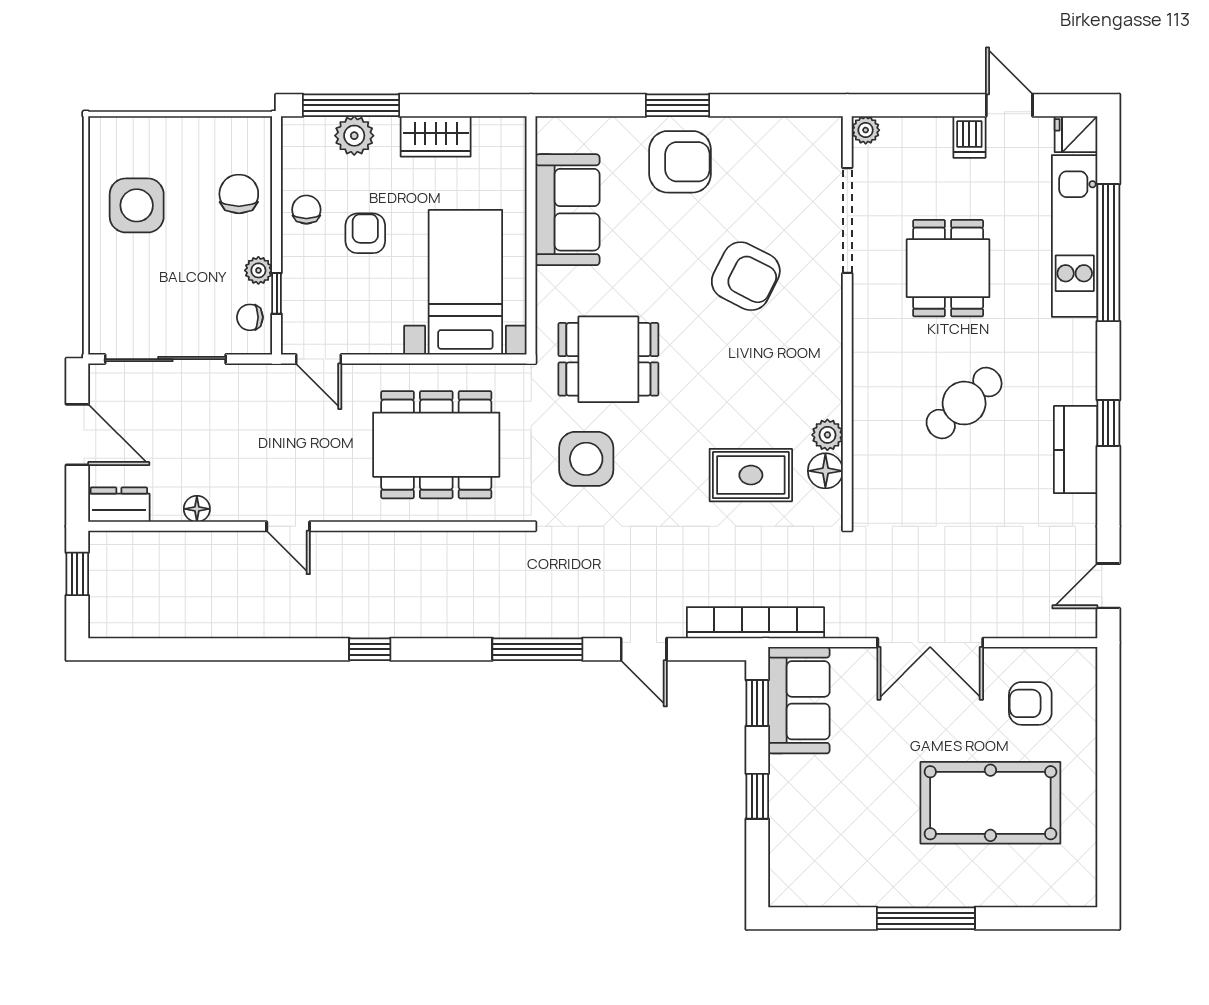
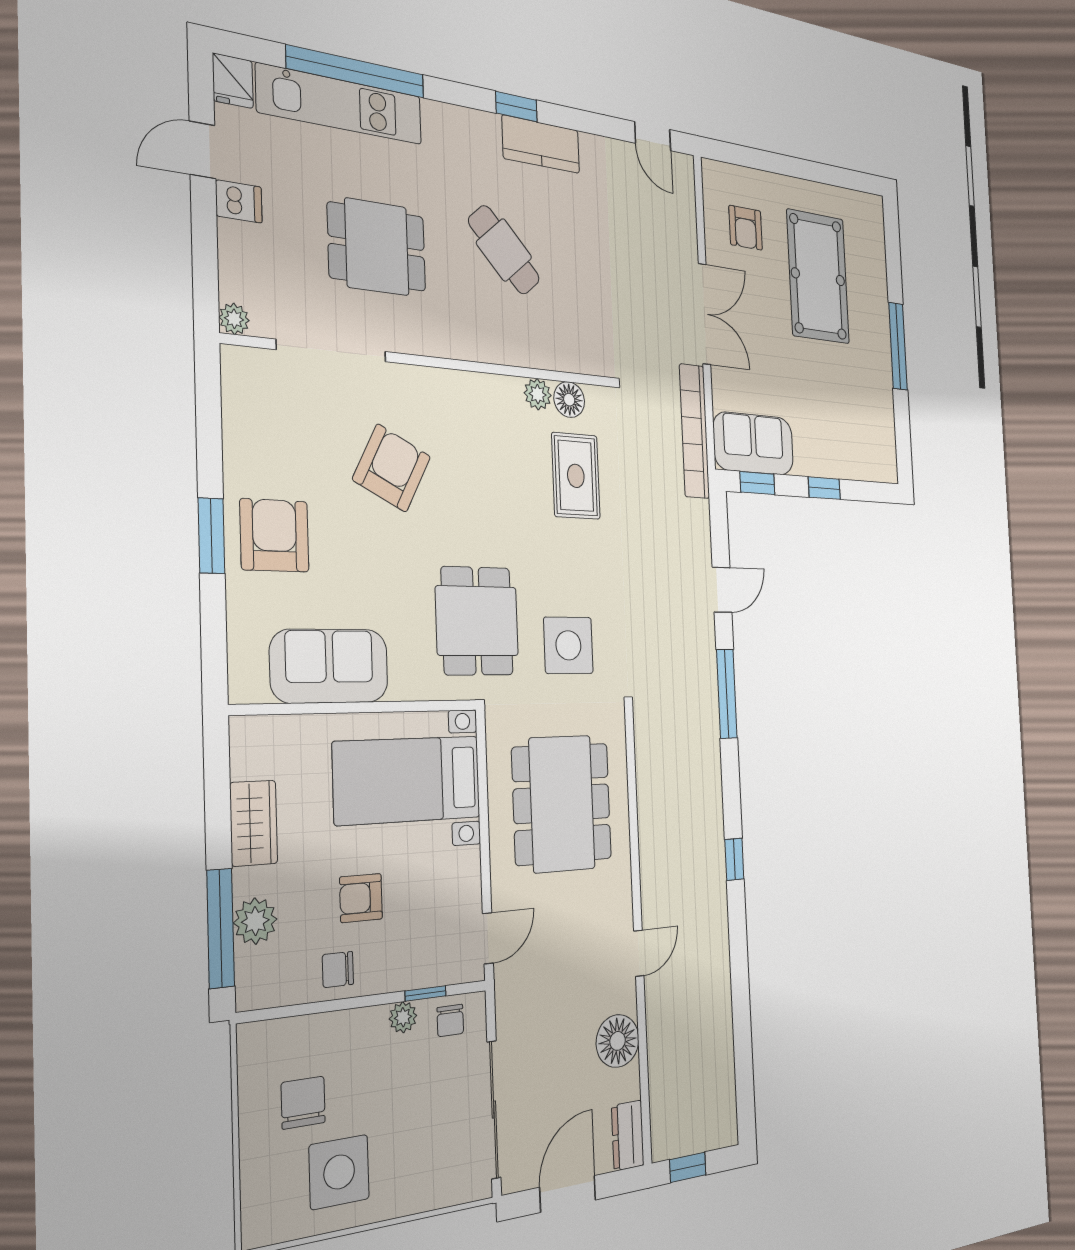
chair: (239, 194) -> (303, 1103), moved, turned 90
floor lamp: (197, 509) -> (618, 1041), width x1.89, depth x1.89
bookcase: (755, 623) -> (694, 431), moved

